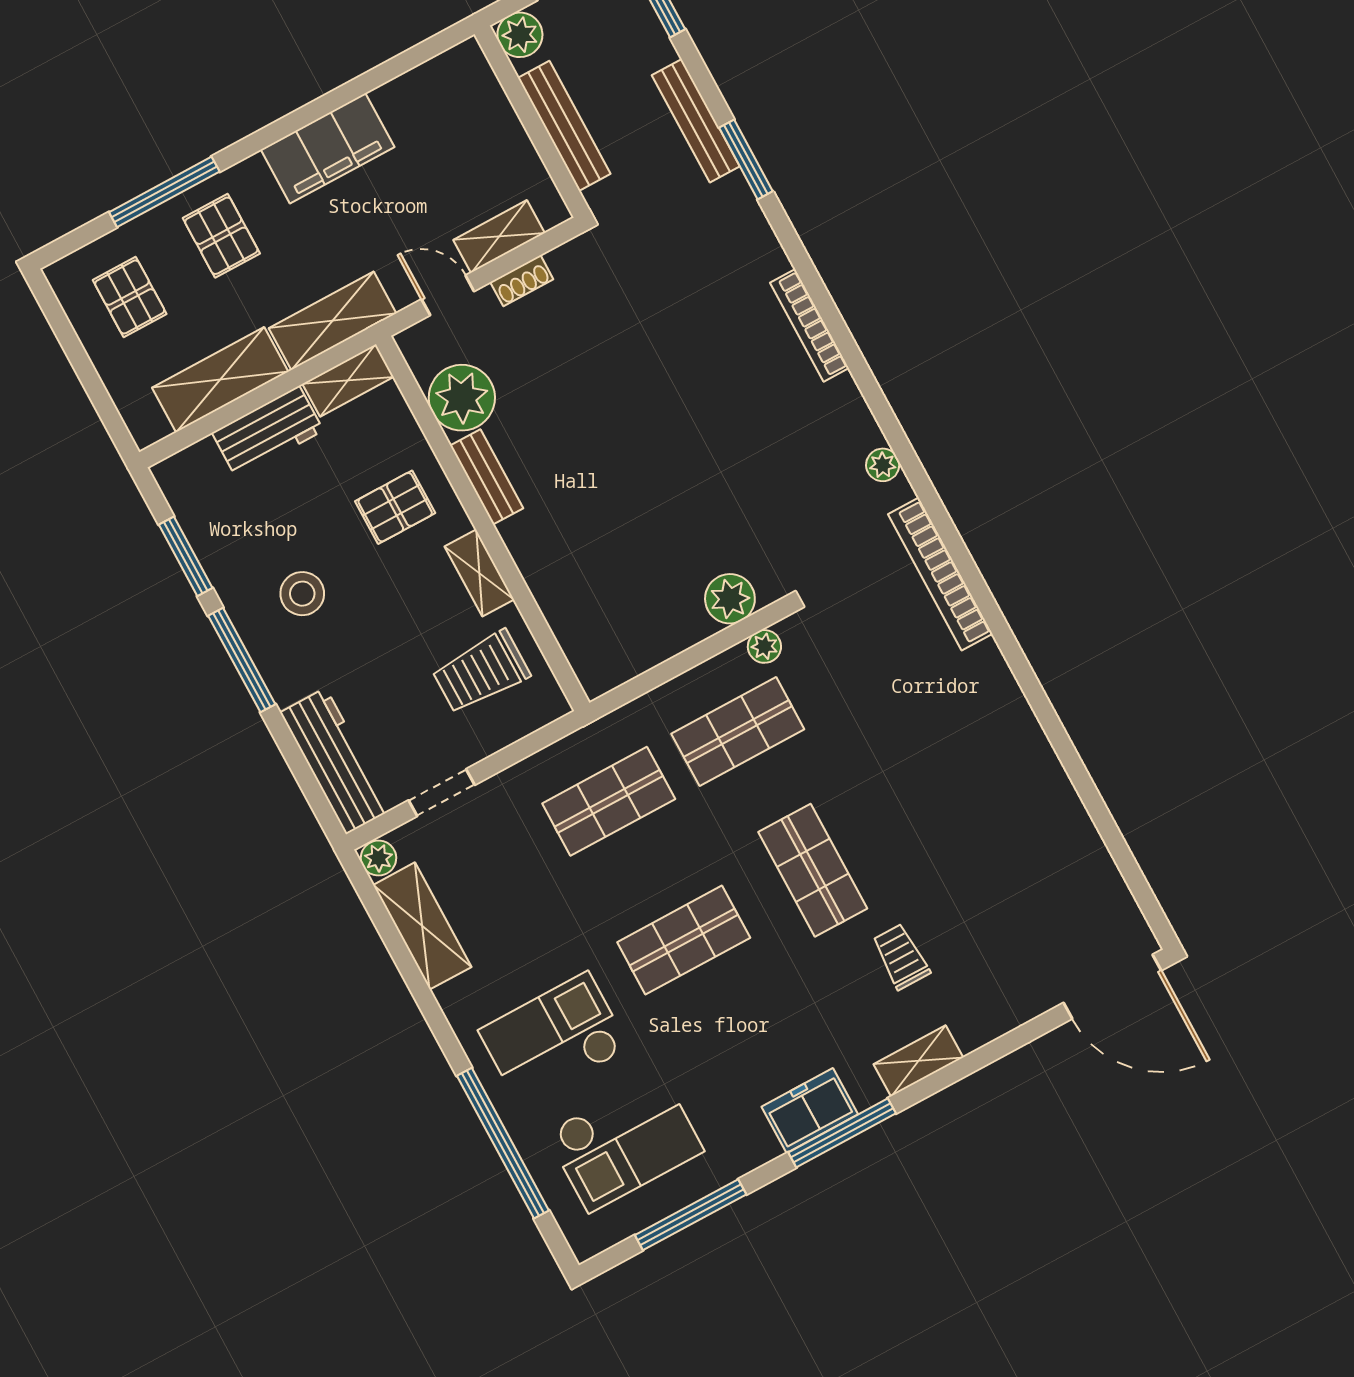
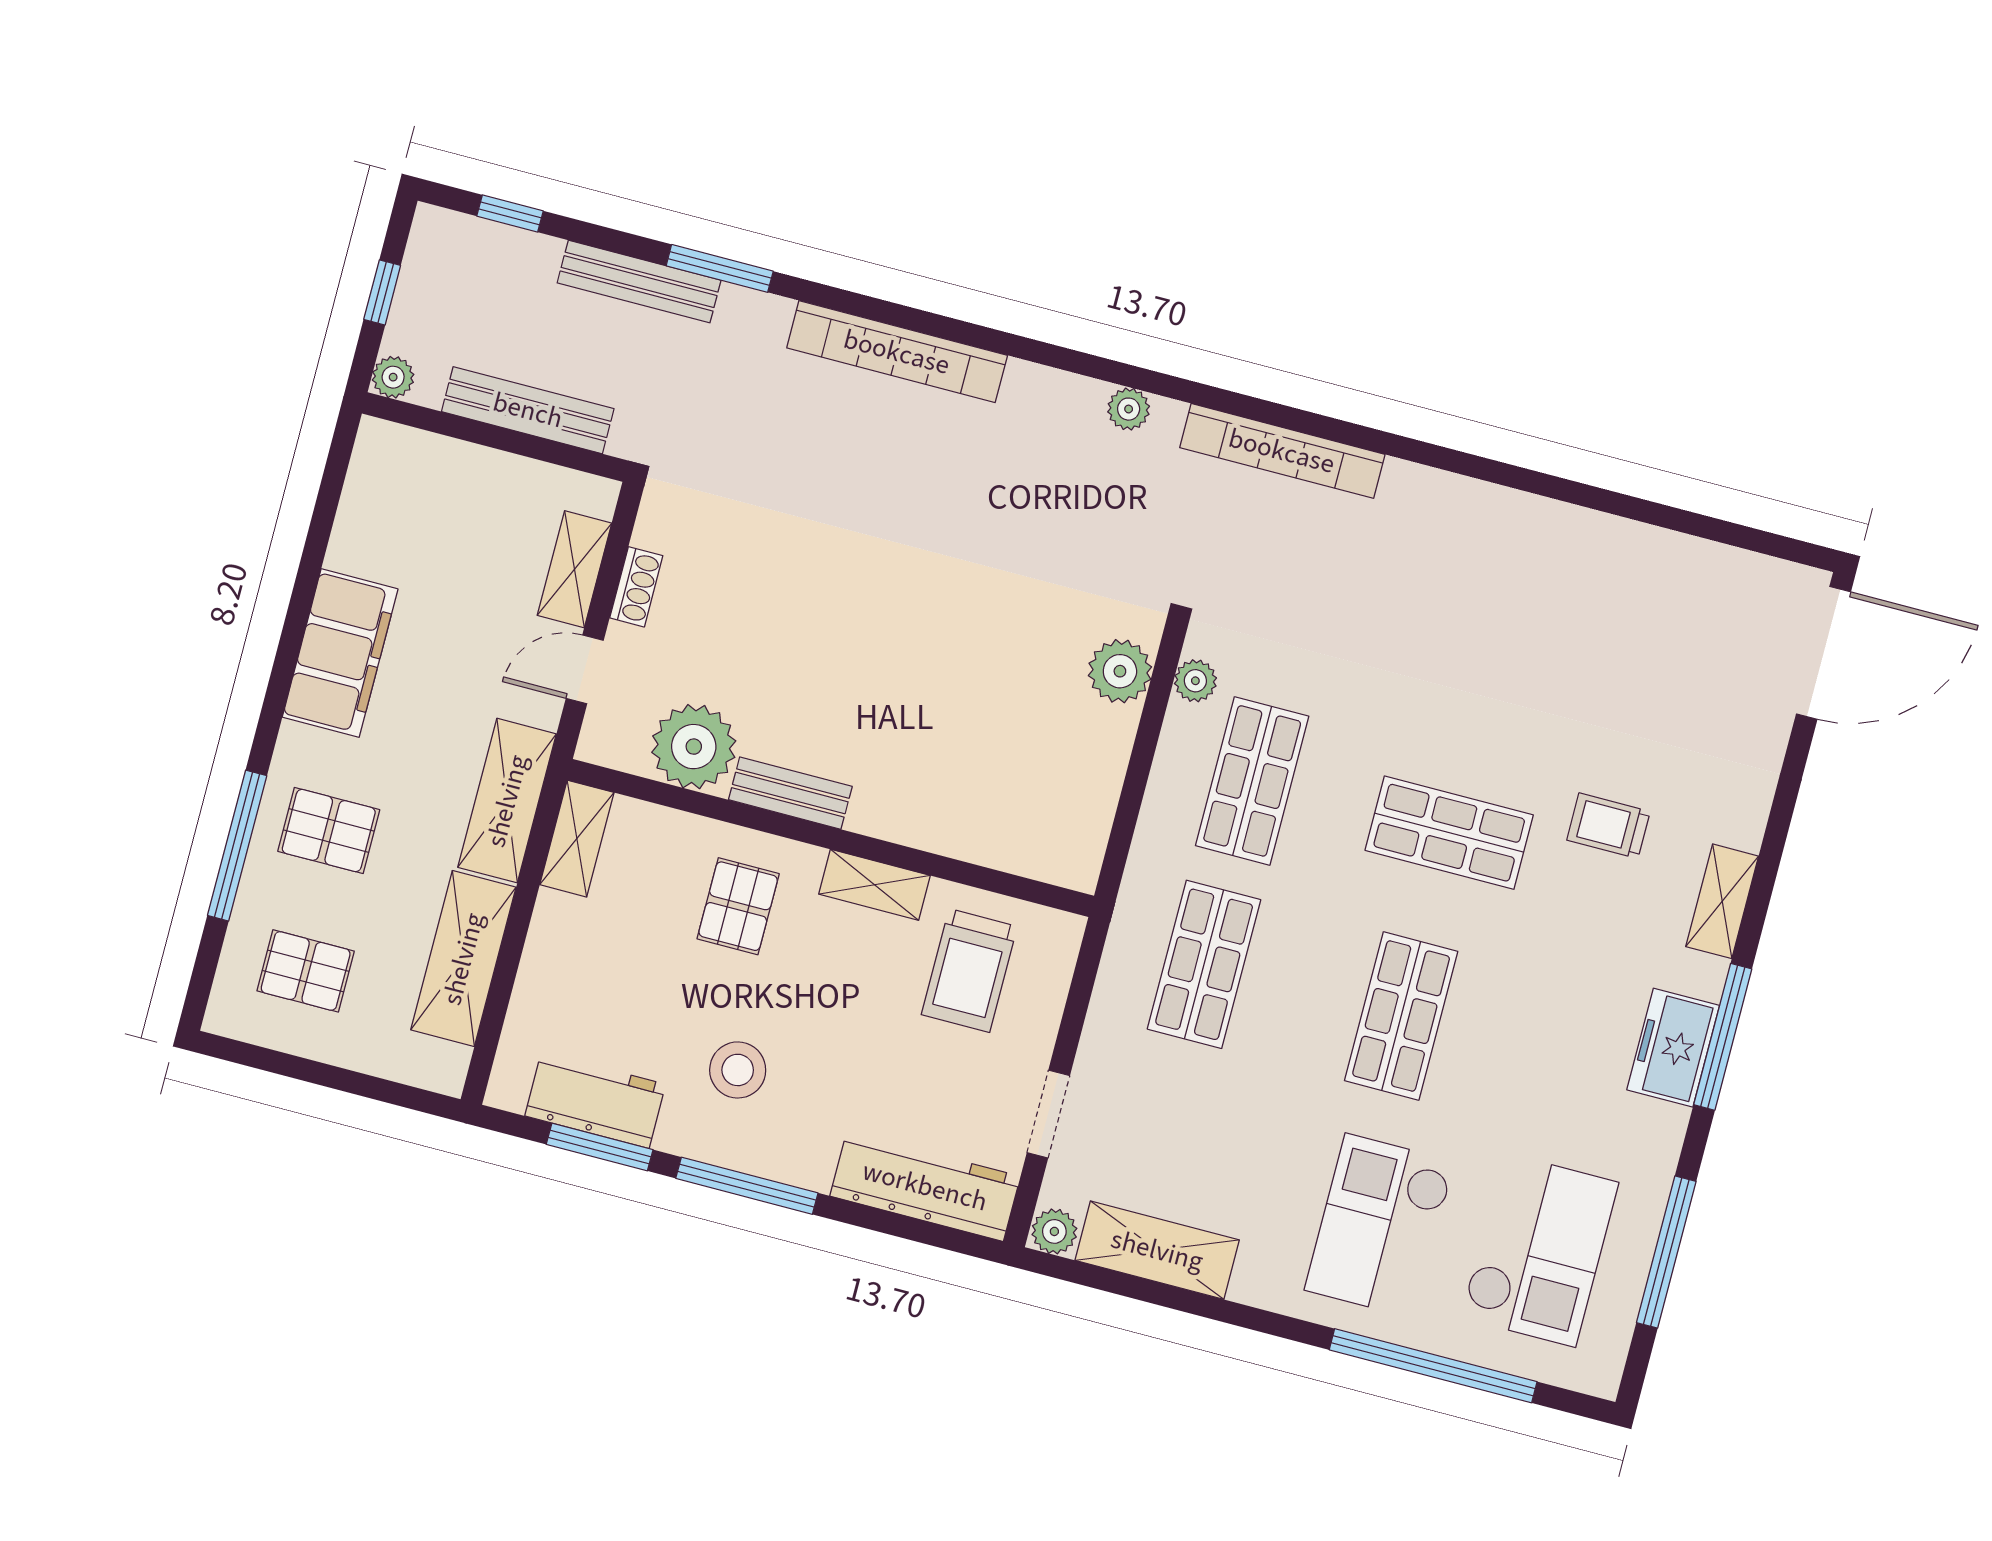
plant: (520, 35) -> (393, 377), width x0.73, depth x0.73
bookcase: (809, 325) -> (897, 352), width x1.48, depth x1.31
workbench: (268, 432) -> (595, 1100), moved, turned -90

